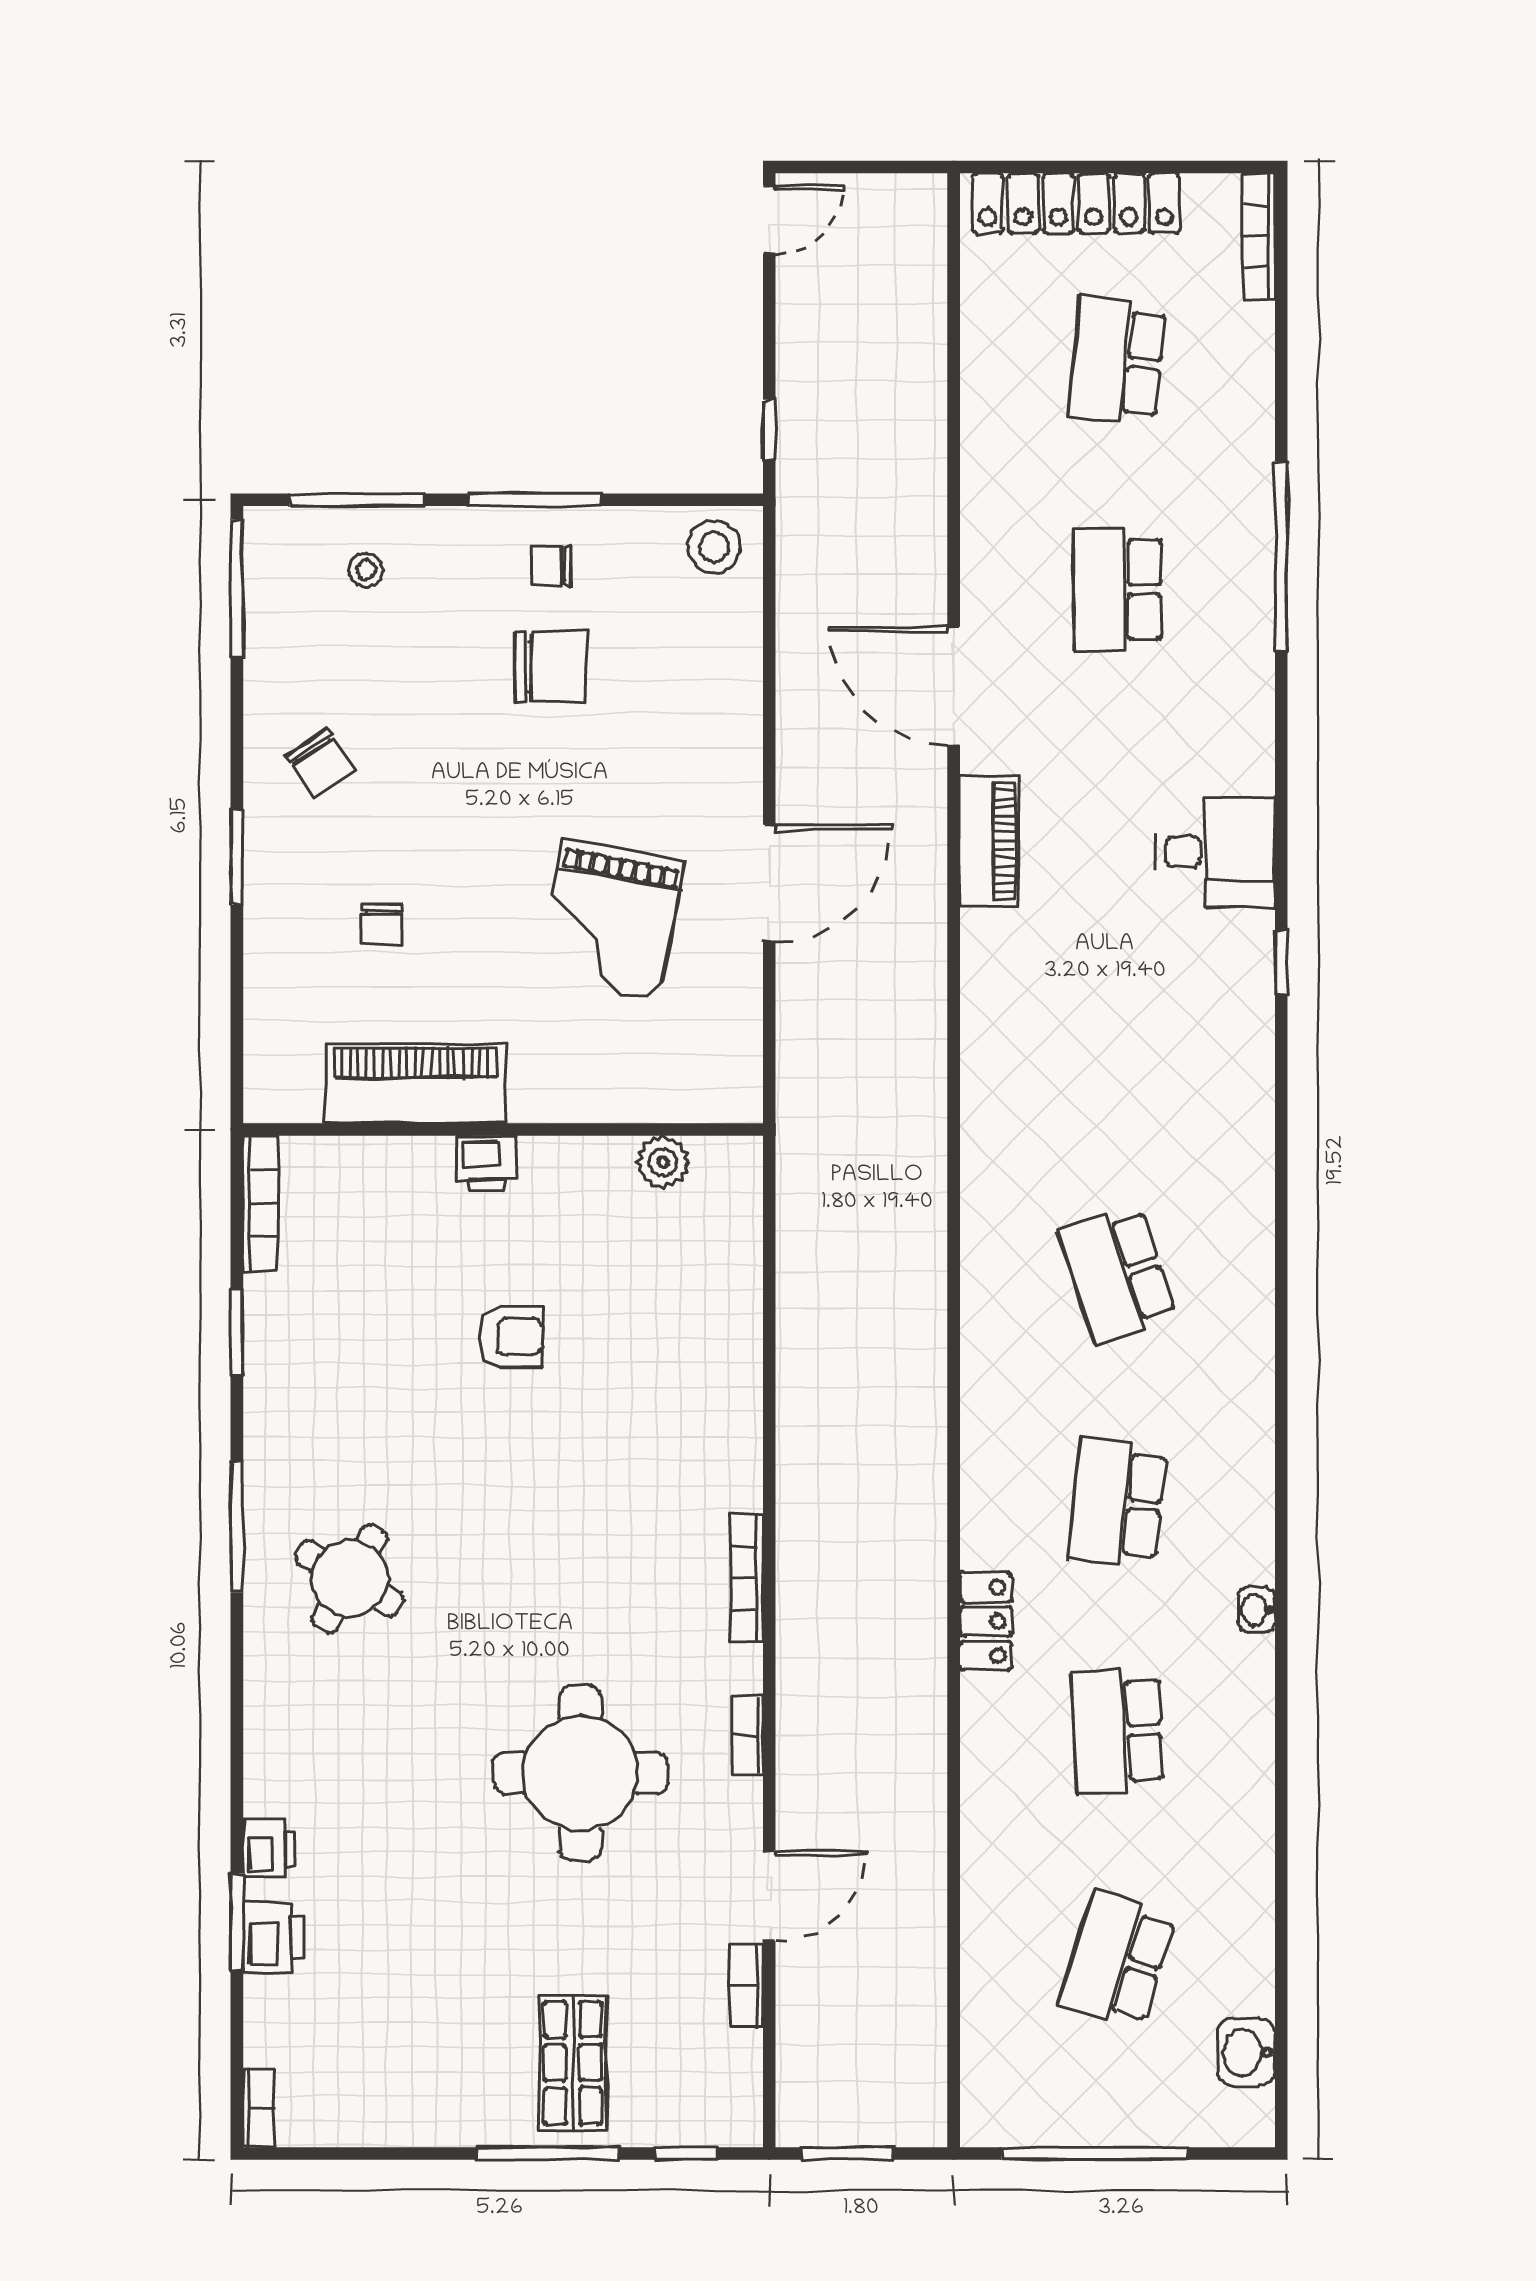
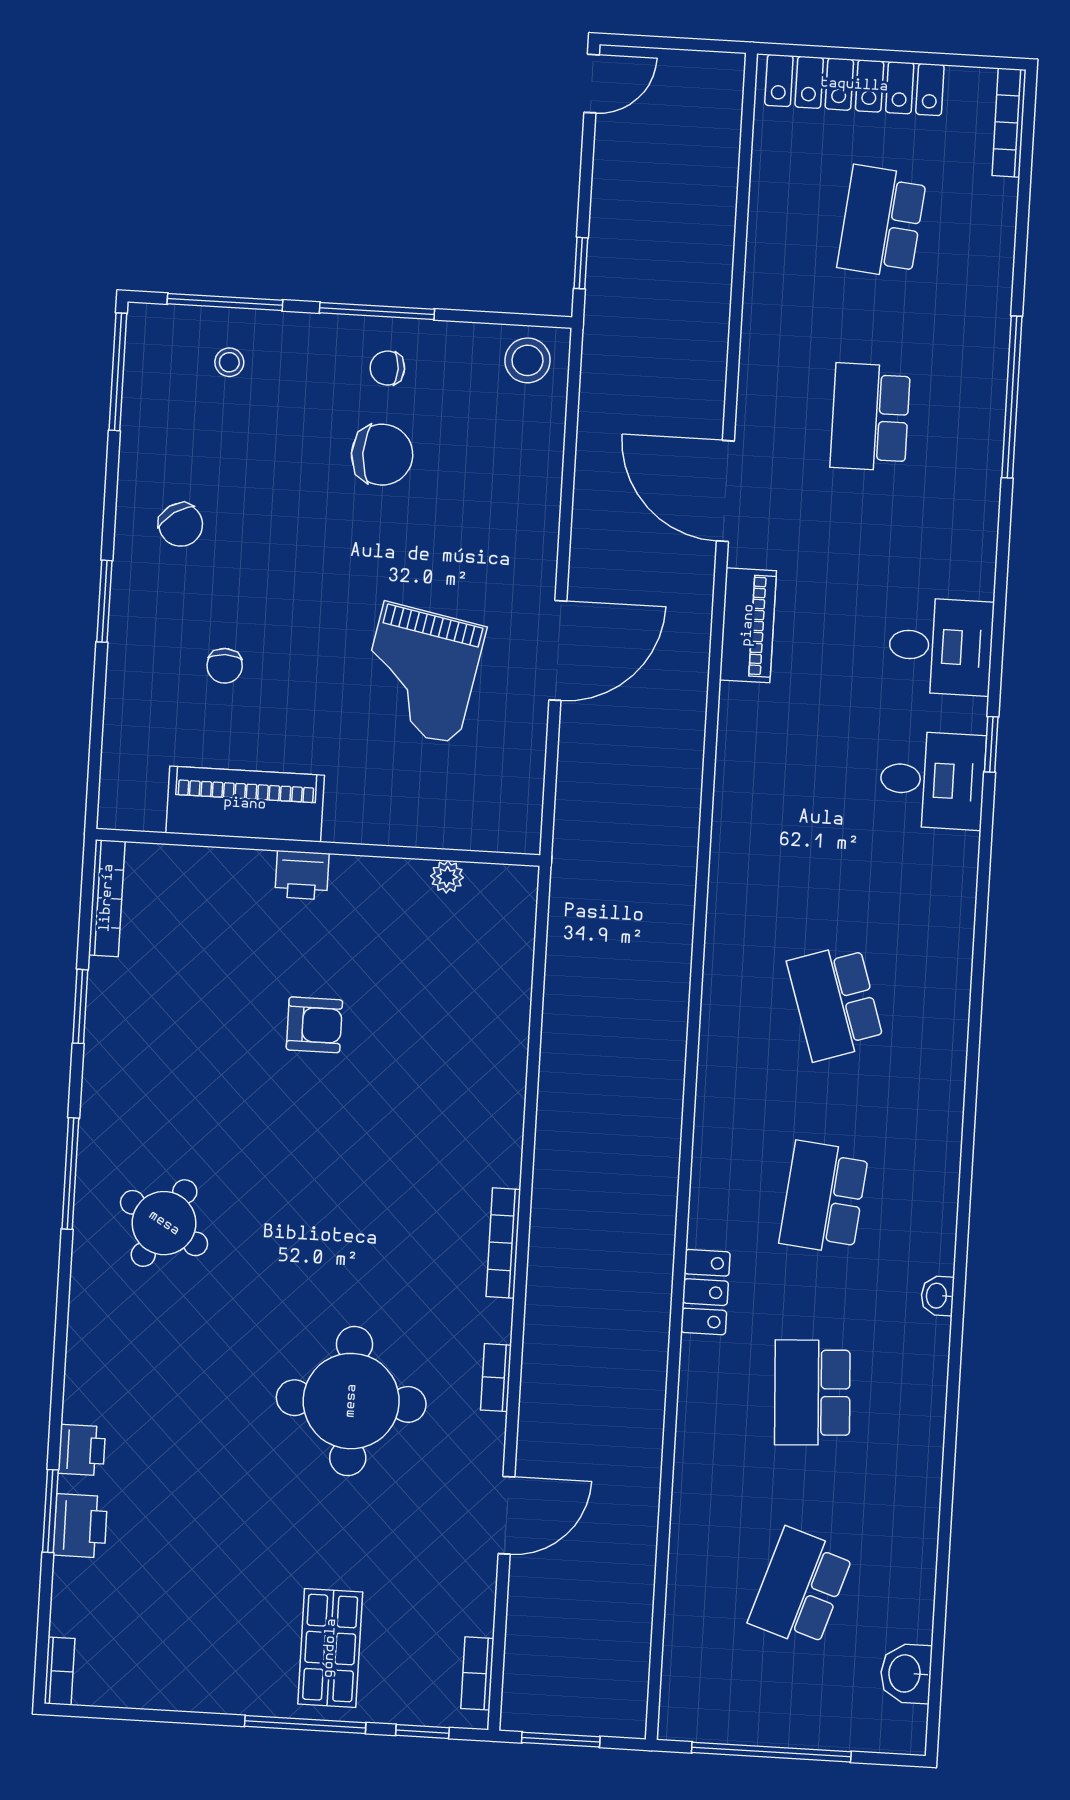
desk: (1215, 1009) -> (932, 780), added
plant: (663, 1162) -> (447, 877), width x0.73, depth x0.73
bookcase: (746, 1985) -> (477, 1673), moved

